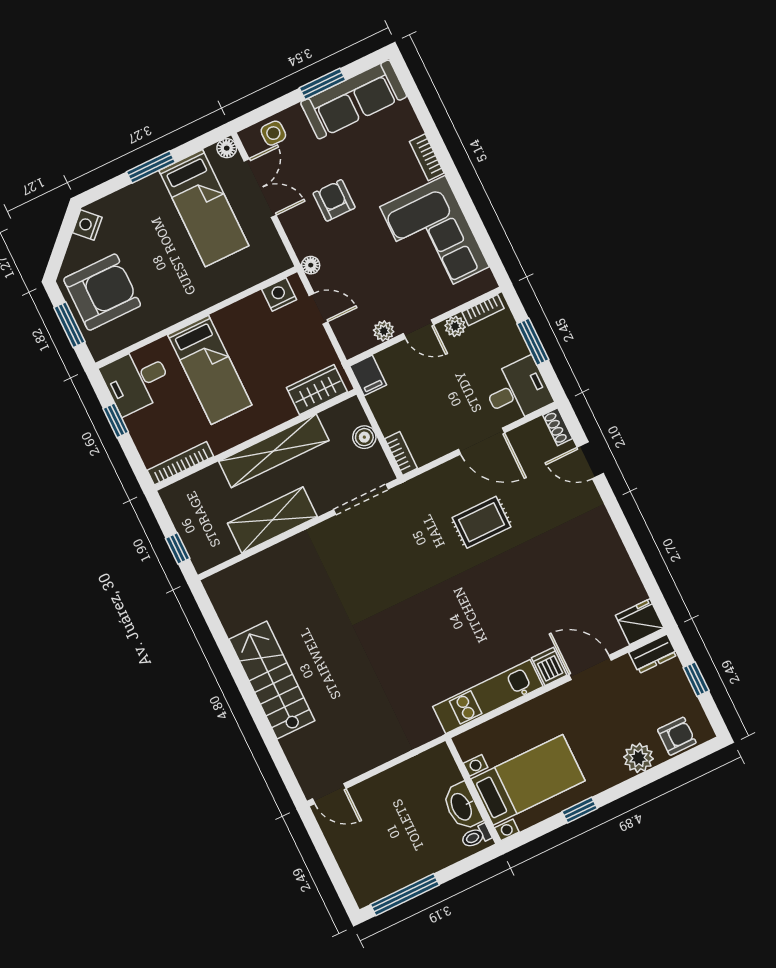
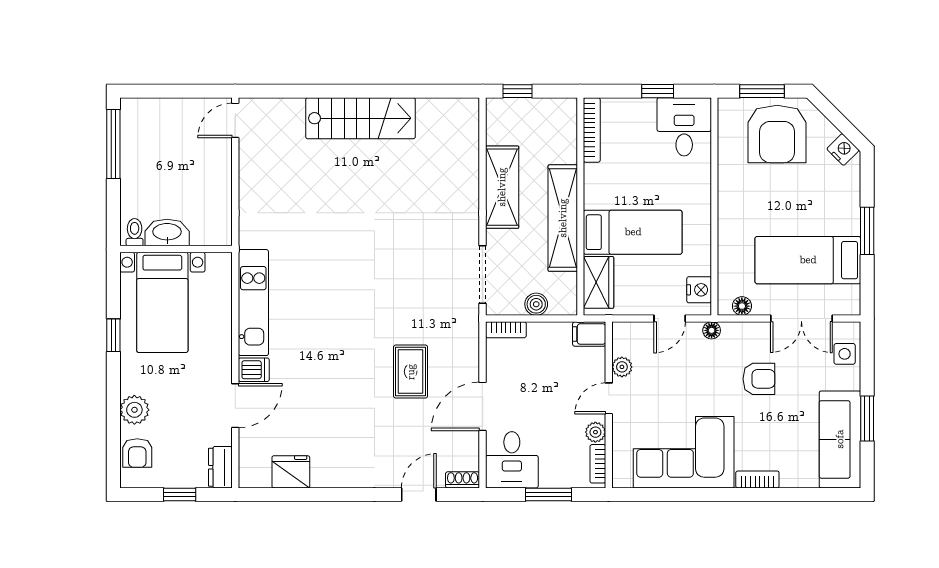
floor lamp: (227, 148) -> (742, 306), moved
bed: (210, 370) -> (633, 232), moved, turned 180
fridge: (640, 622) -> (291, 472), moved, turned -90

